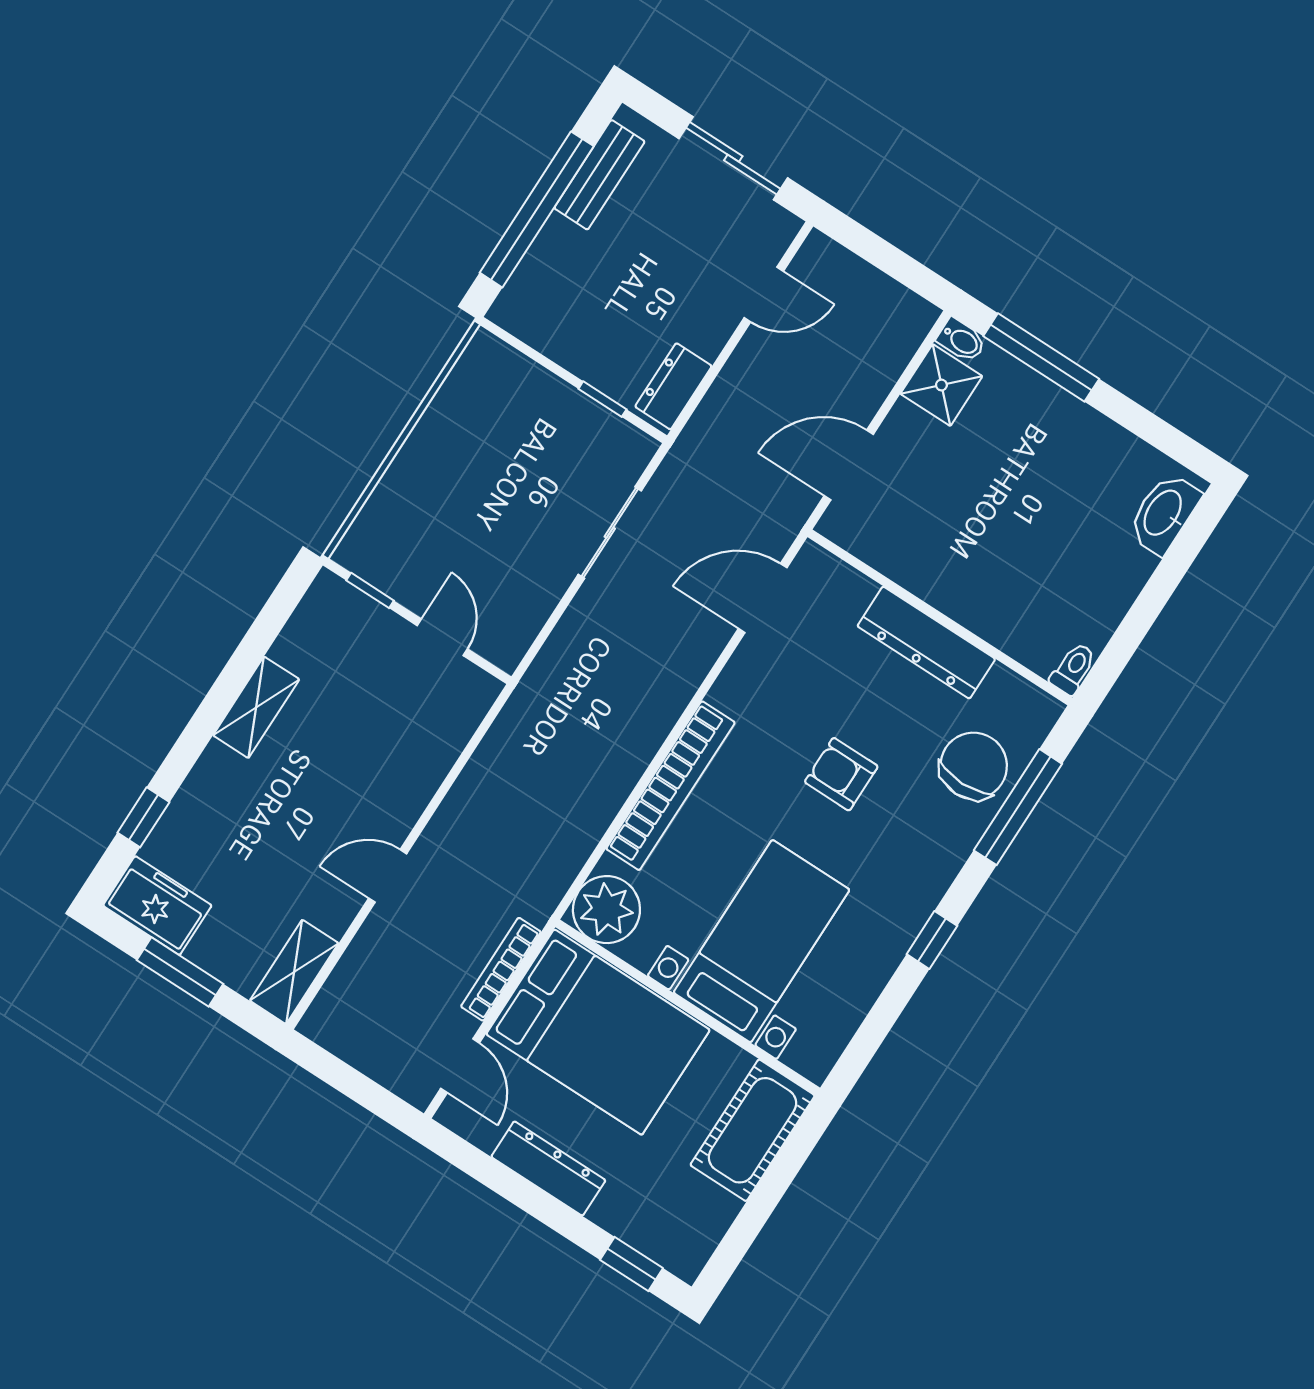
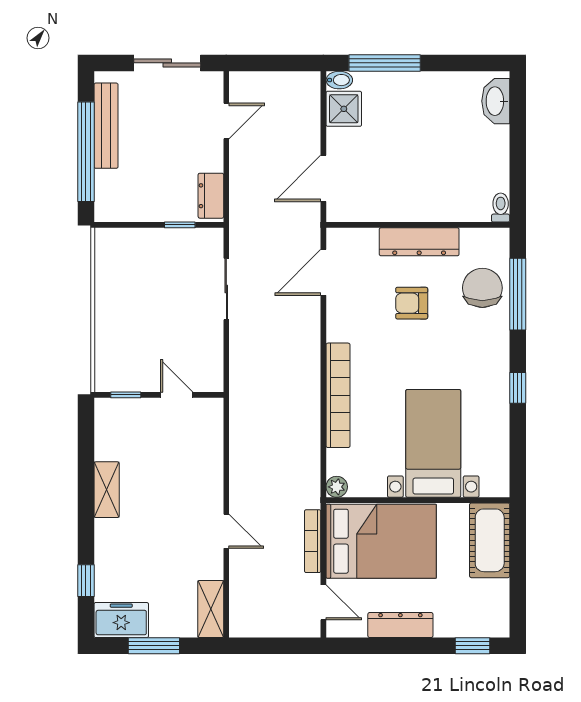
bench: (599, 175) -> (106, 126), width x1.36
armchair: (841, 774) -> (412, 303), moved
door: (388, 876) -> (226, 531), swing flipped
plant: (606, 910) -> (337, 487), width x0.53, depth x0.53

